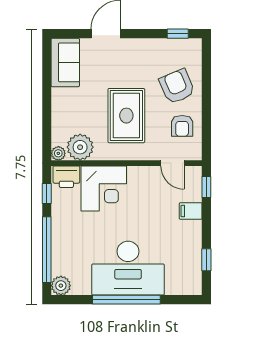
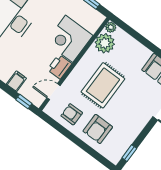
armchair: (177, 86) -> (98, 129), turned 113
rug: (126, 116) -> (103, 85), turned 90
printer: (66, 177) -> (59, 67), moved

